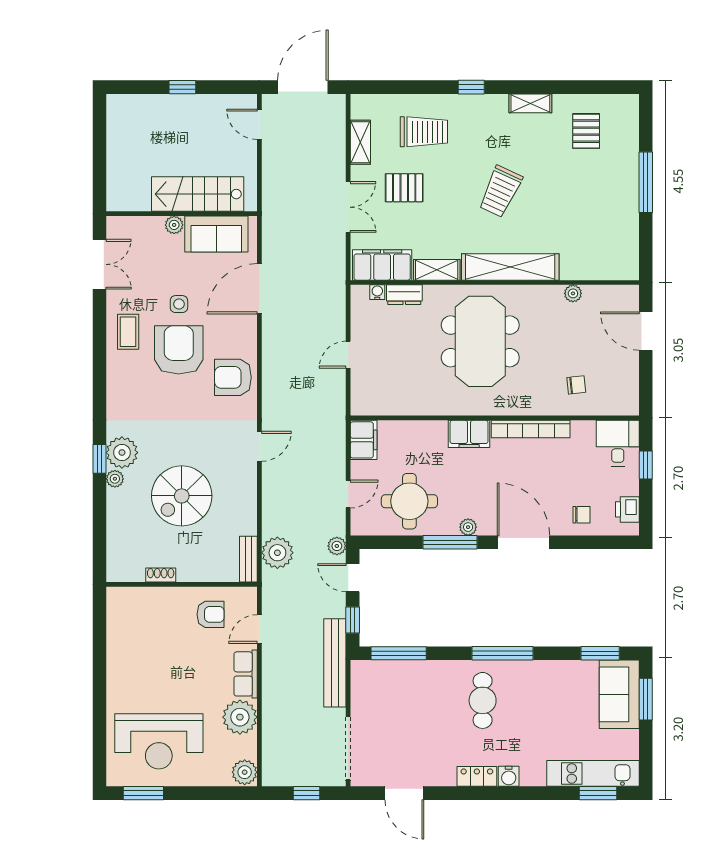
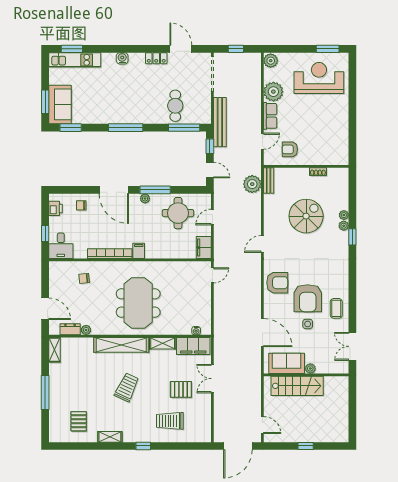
shelving: (360, 142) -> (54, 350), moved
door: (259, 289) -> (262, 333), hinge flipped
dresser: (404, 295) -> (70, 329), moved
door: (348, 355) -> (212, 275), moved
filing cabinet: (469, 434) -> (139, 251), width x0.50
plant: (122, 453) -> (344, 215), moved, width x0.53, depth x0.53
plant: (337, 546) -> (219, 188), removed
cafe table: (483, 700) -> (175, 106), moved
locker: (477, 776) -> (156, 58), moved

